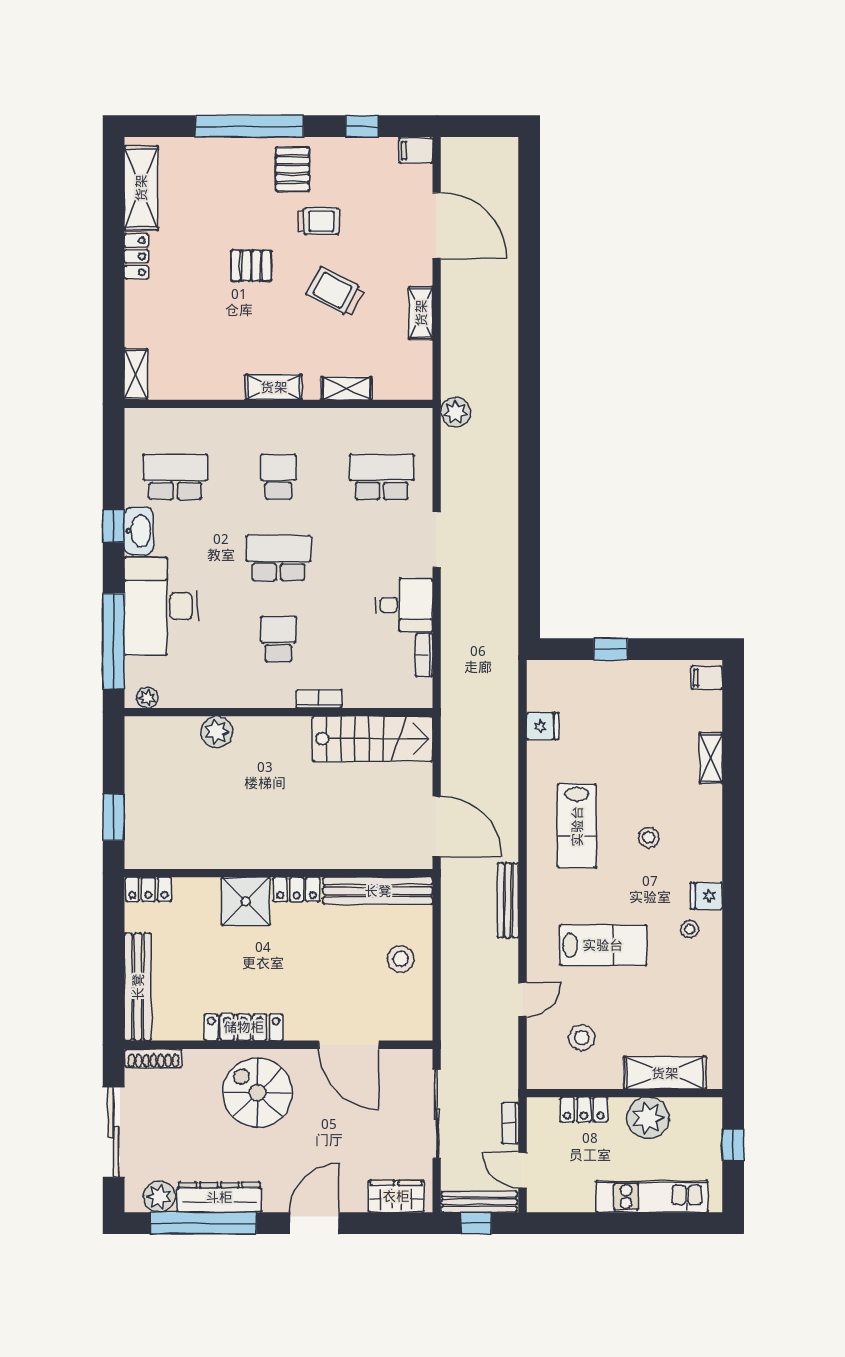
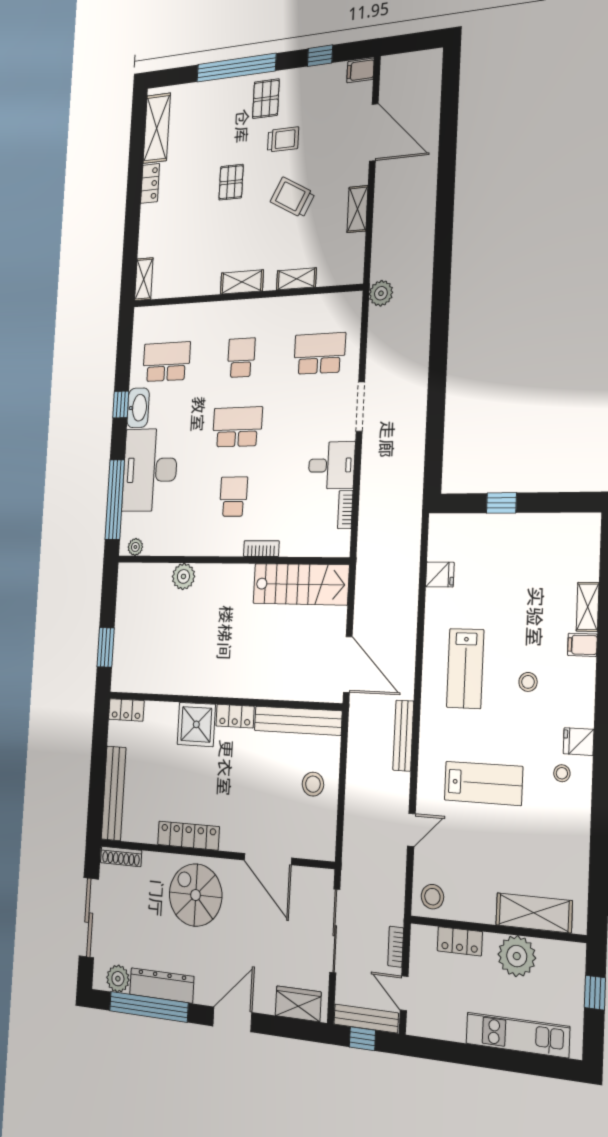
pallet: (251, 266) -> (231, 182), turned 90
filing cabinet: (707, 678) -> (582, 645), moved
stool: (582, 1038) -> (432, 897), moved

